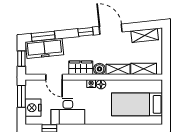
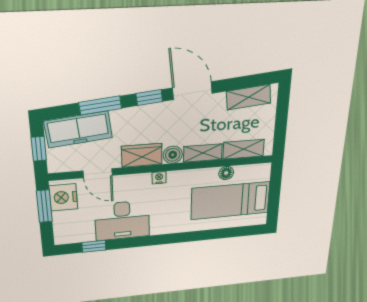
window: (43, 36) -> (100, 105), moved
floor lamp: (101, 84) -> (226, 173), moved
nightstand: (33, 108) -> (63, 197), moved

